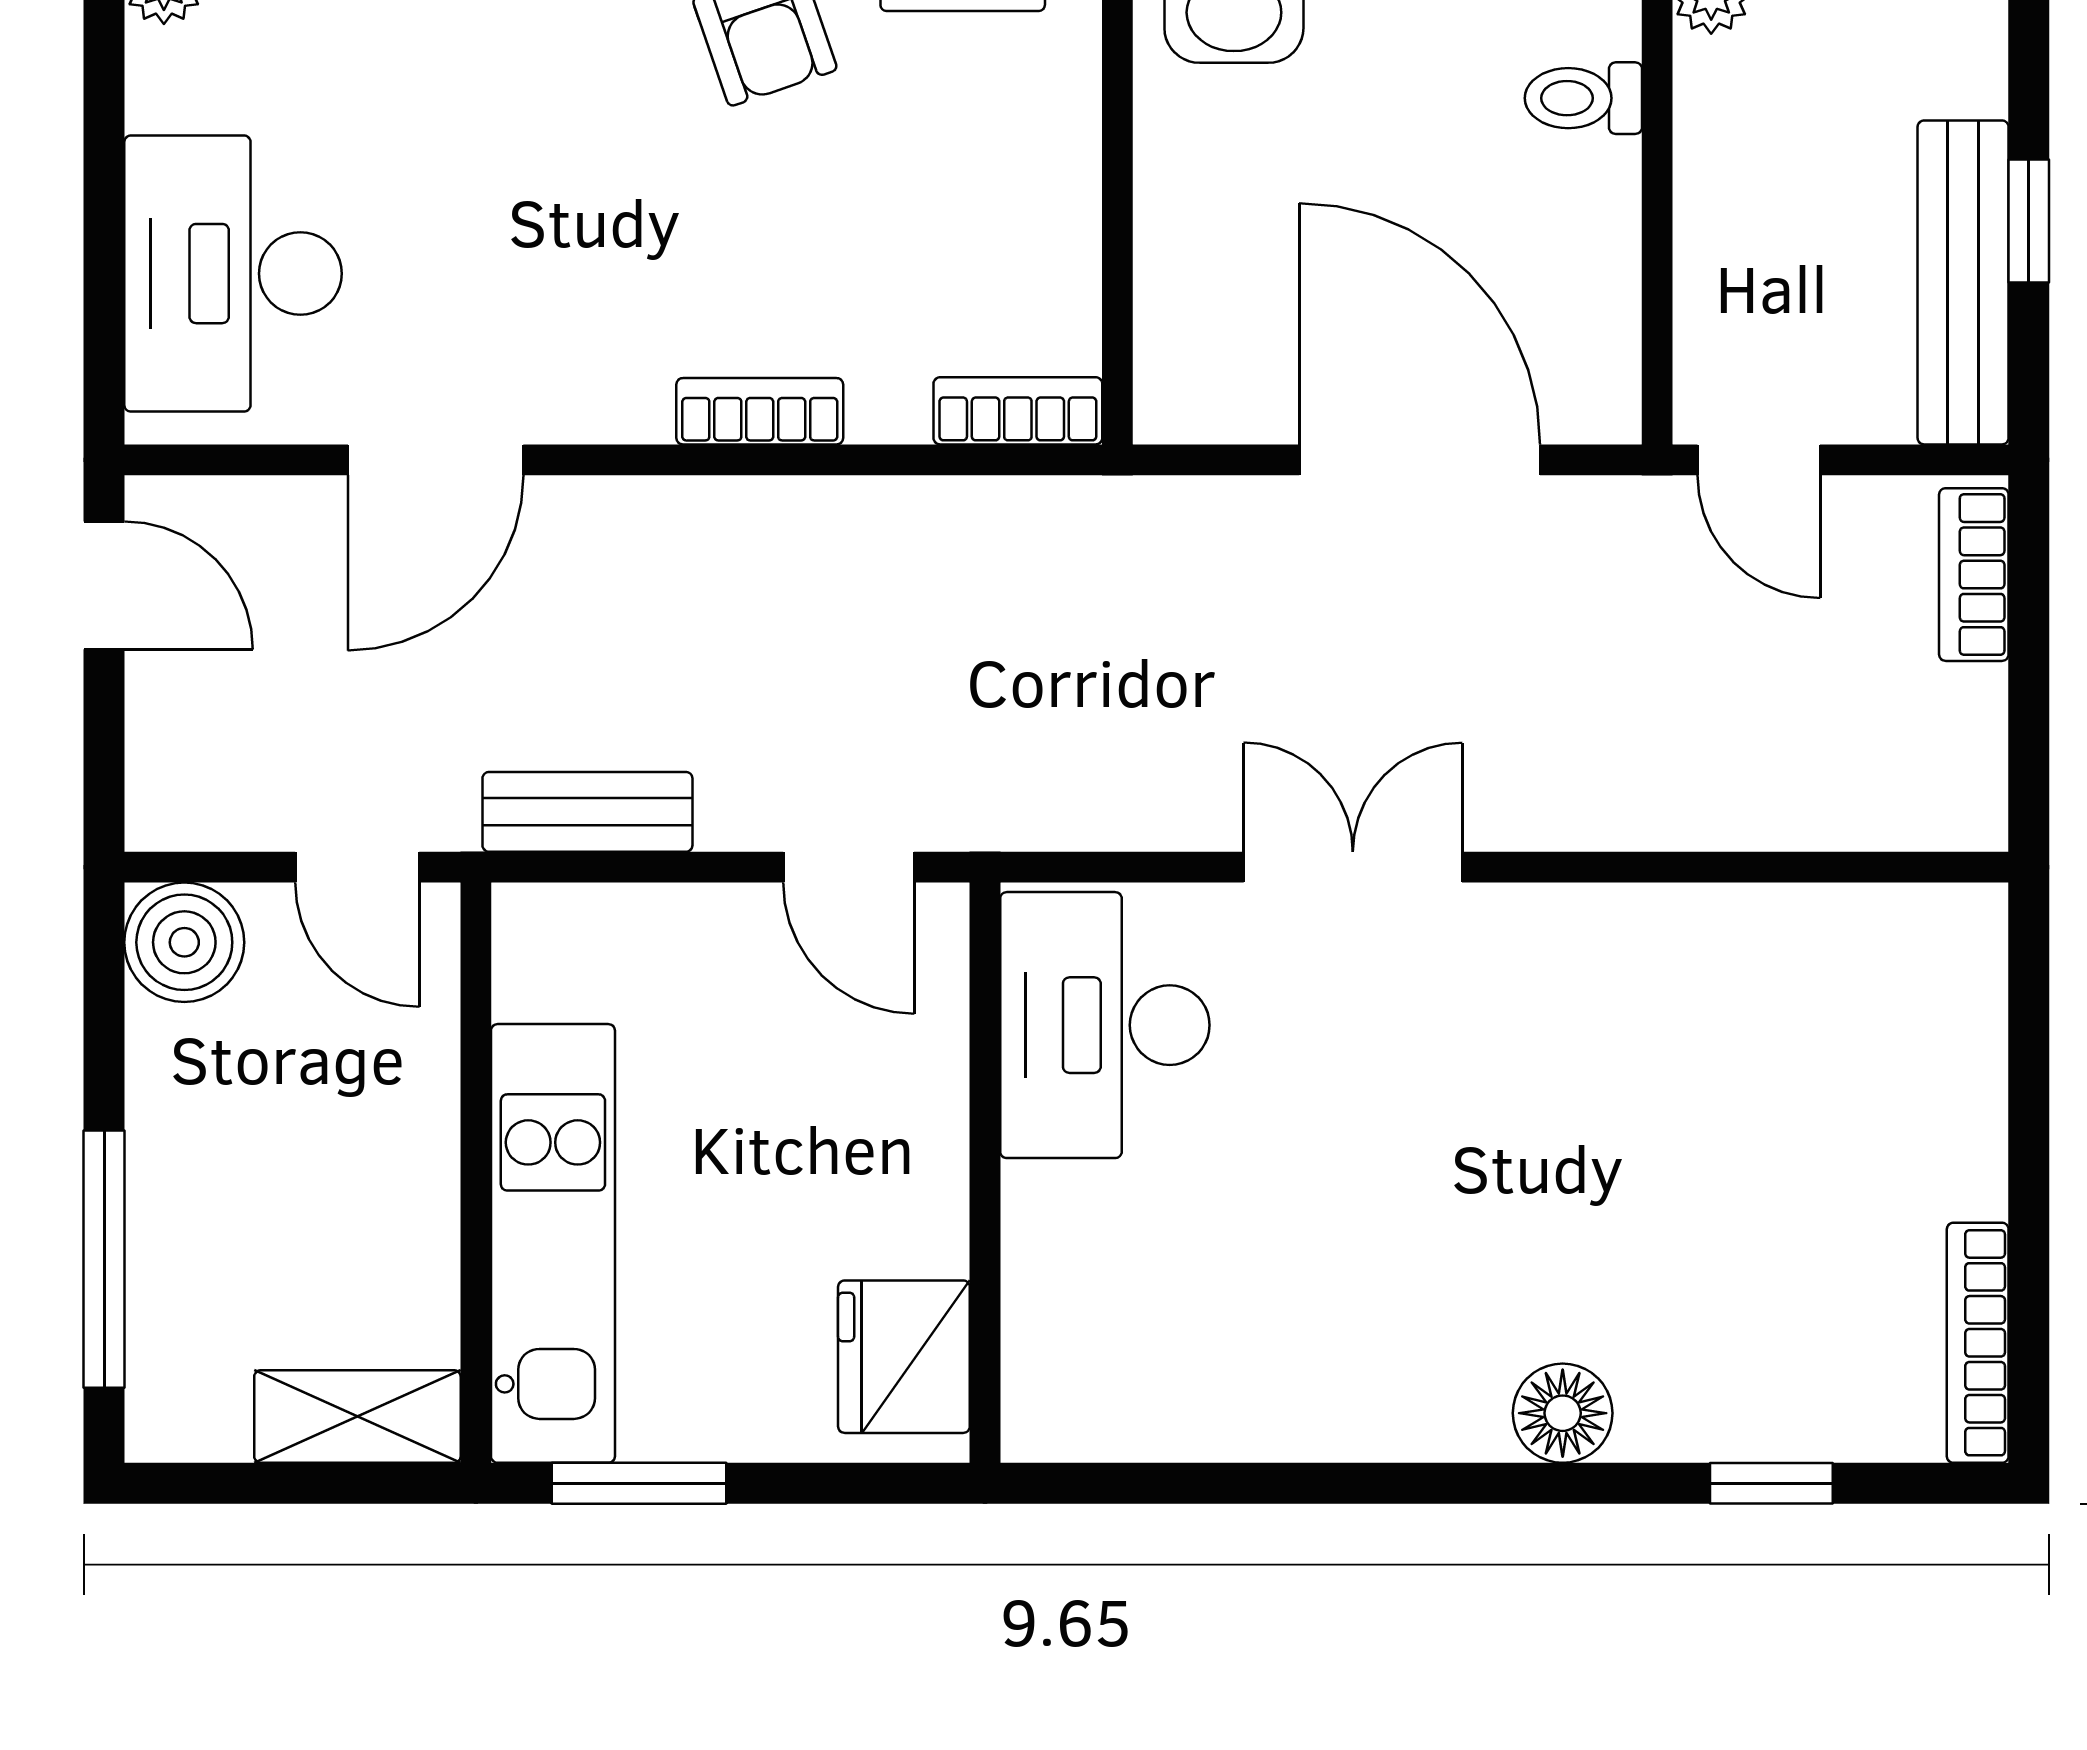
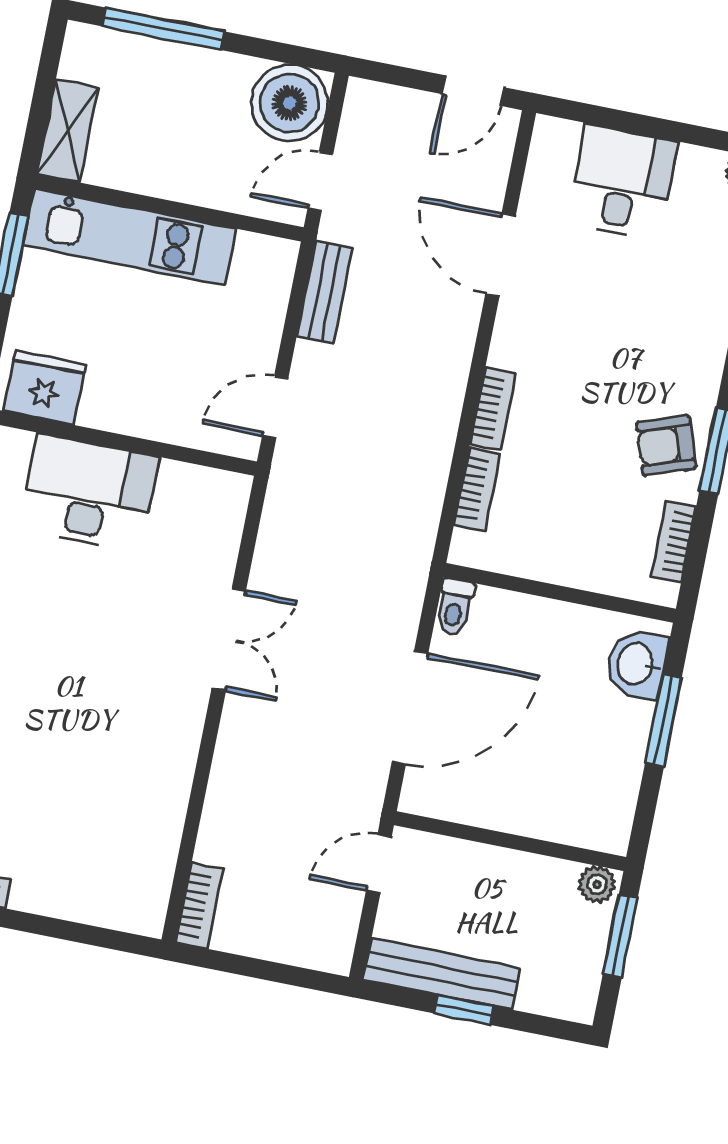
toilet: (1583, 98) -> (455, 607), moved, turned 180
desk: (233, 274) -> (622, 182), width x0.73
bookcase: (1018, 411) -> (477, 489), moved
bookcase: (1974, 575) -> (199, 906), moved, turned 90
boiler: (184, 942) -> (290, 103), width x1.37, depth x1.37
desk: (1105, 1025) -> (89, 493), moved

